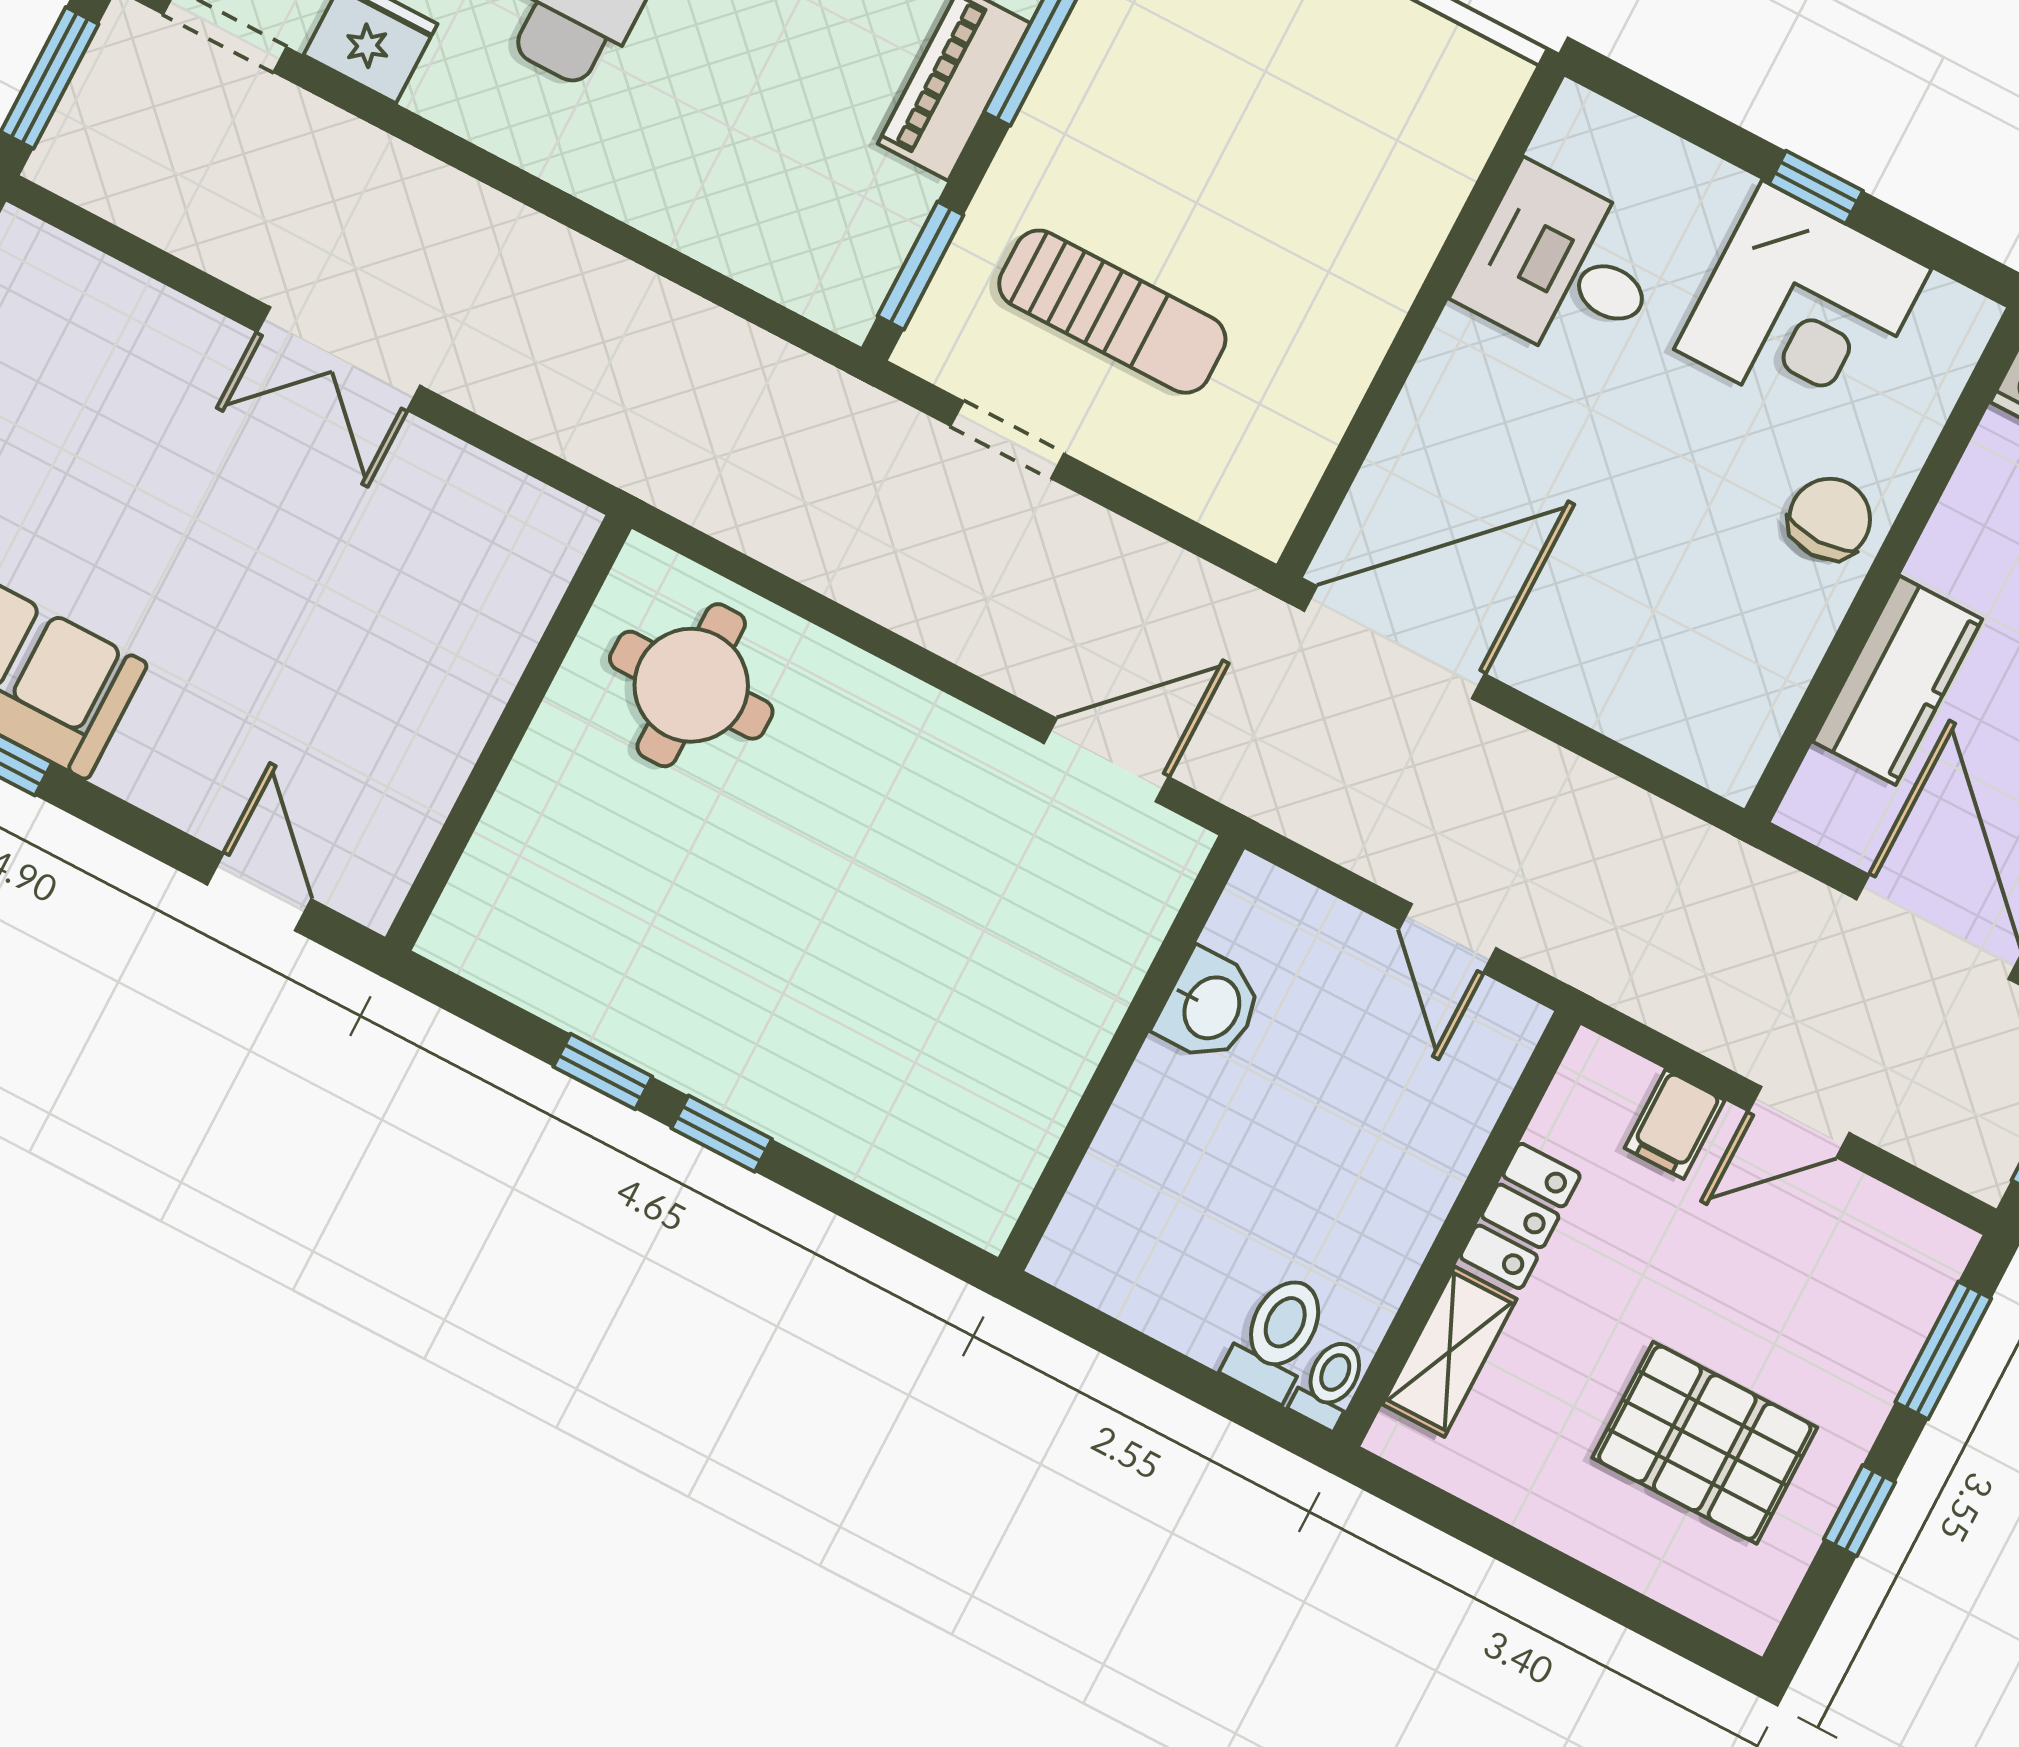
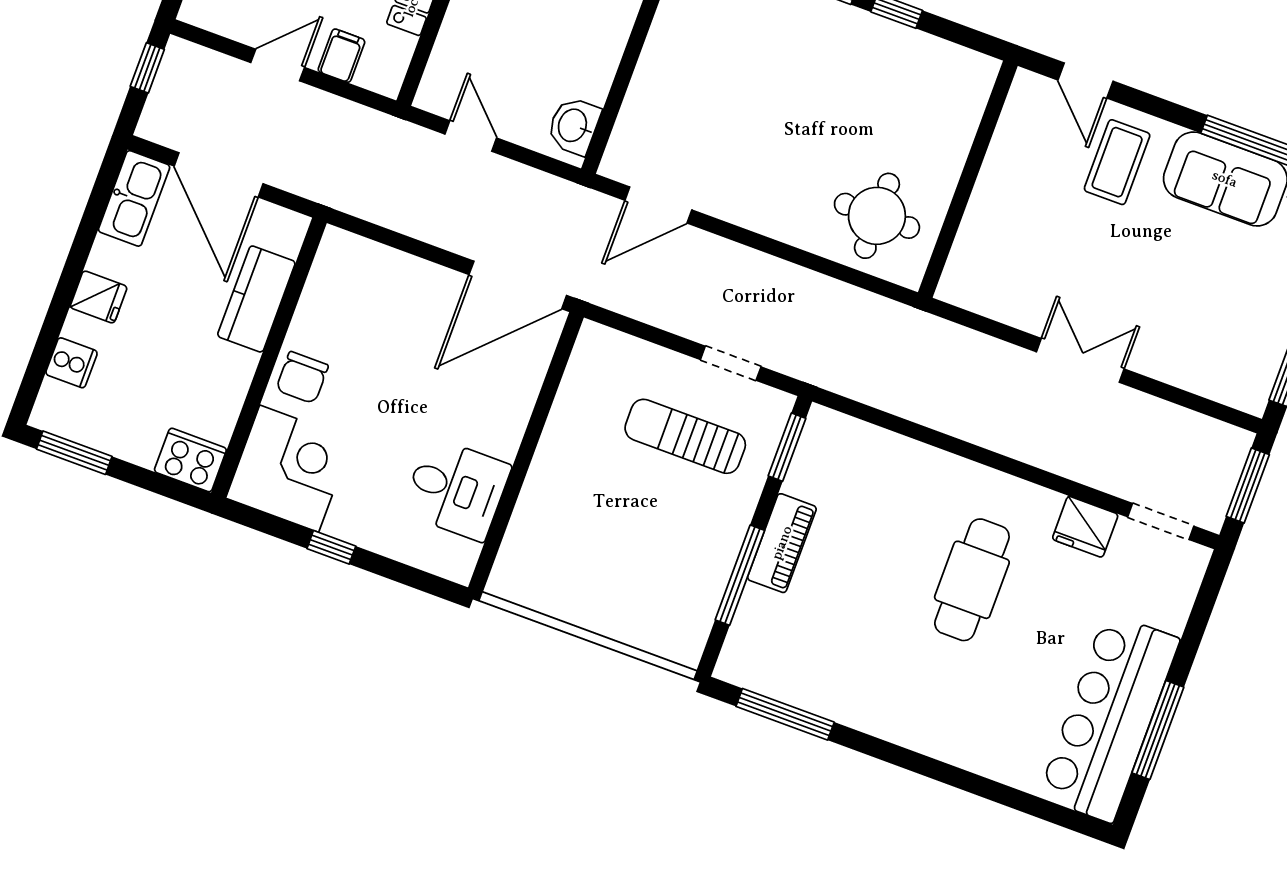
corner desk: (1803, 309) -> (289, 469), moved, turned 90
coffee table: (219, 728) -> (1117, 162), added
washbasin: (1210, 1007) -> (574, 126), moved

